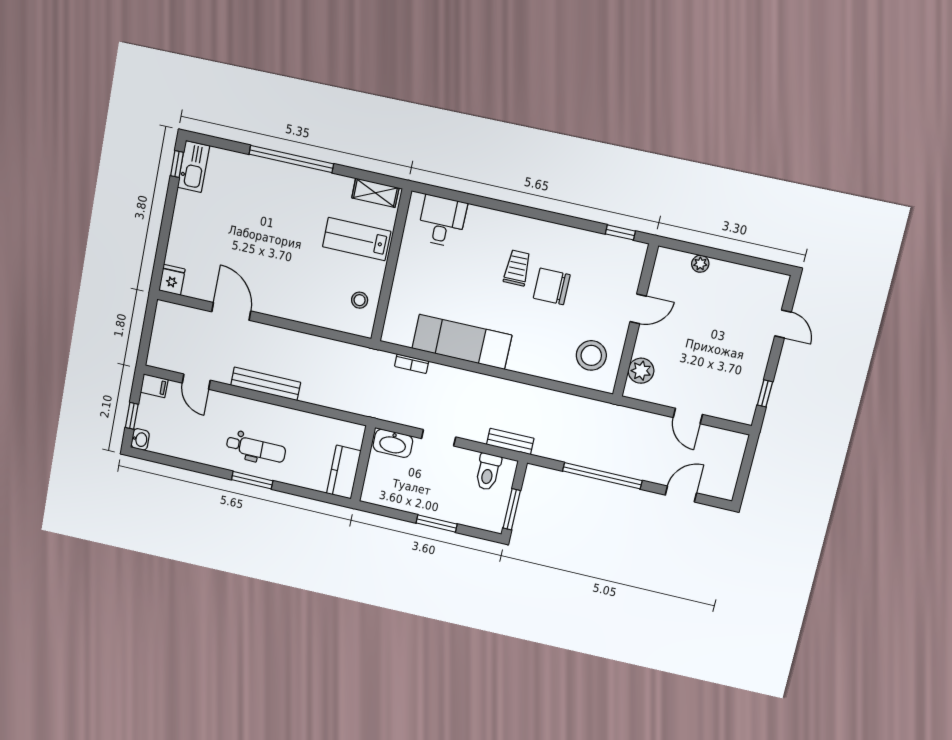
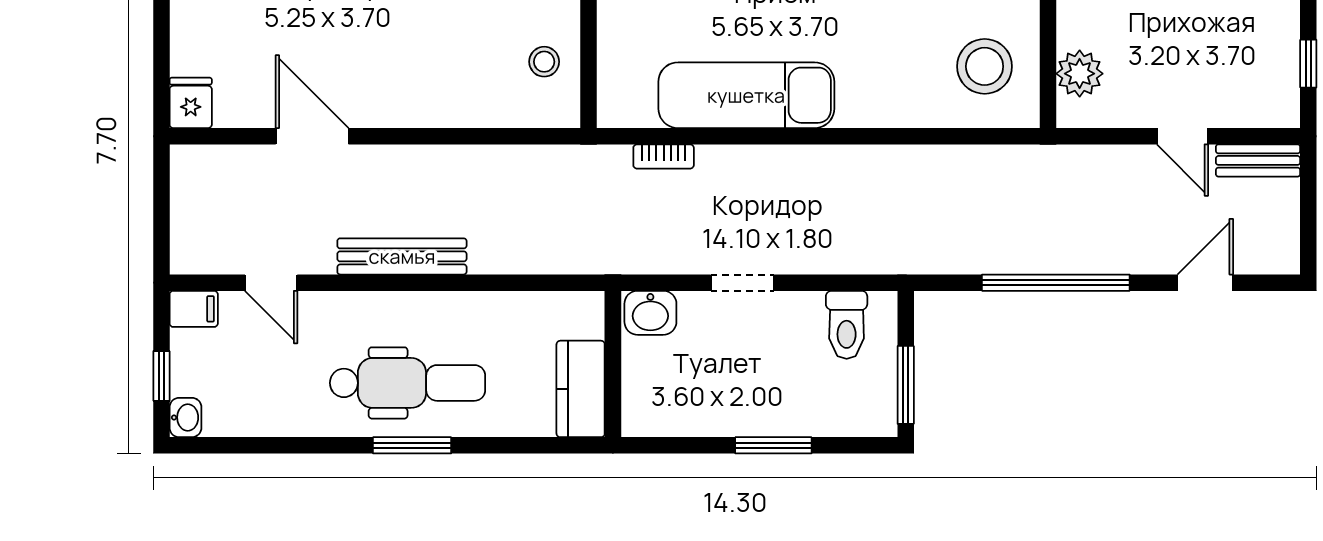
bench: (510, 441) -> (1258, 160), moved
washbasin: (393, 443) -> (650, 313), width x0.72
dental chair: (256, 448) -> (408, 383), width x1.36, depth x1.38

